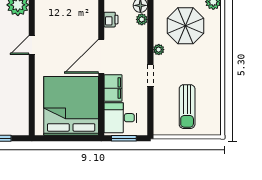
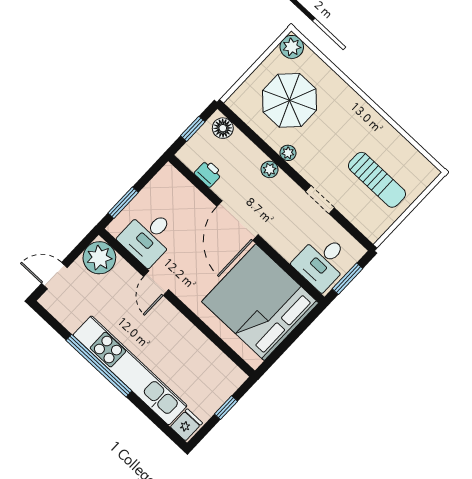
desk: (51, 19) -> (148, 237), added
plant: (142, 19) -> (270, 169), moved
doorway: (150, 76) -> (320, 200), moved
filing cabinet: (113, 88) -> (283, 240), removed

